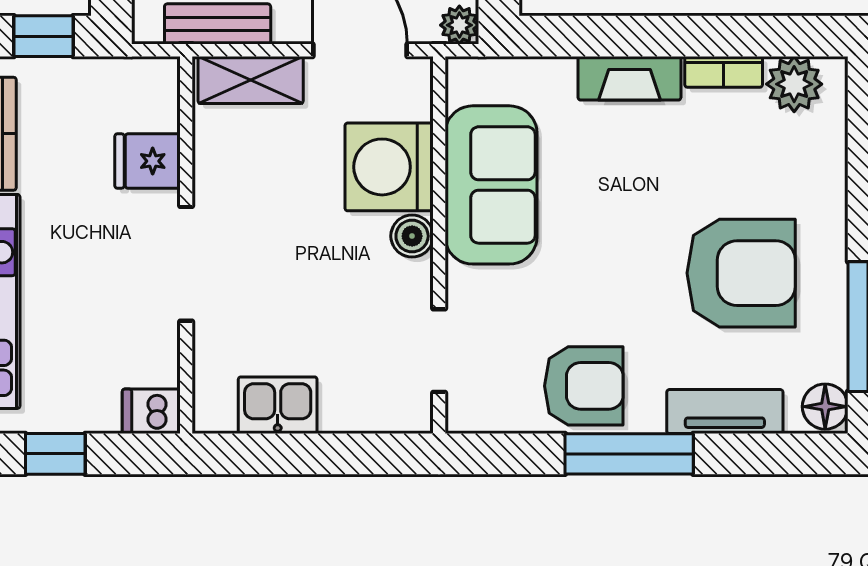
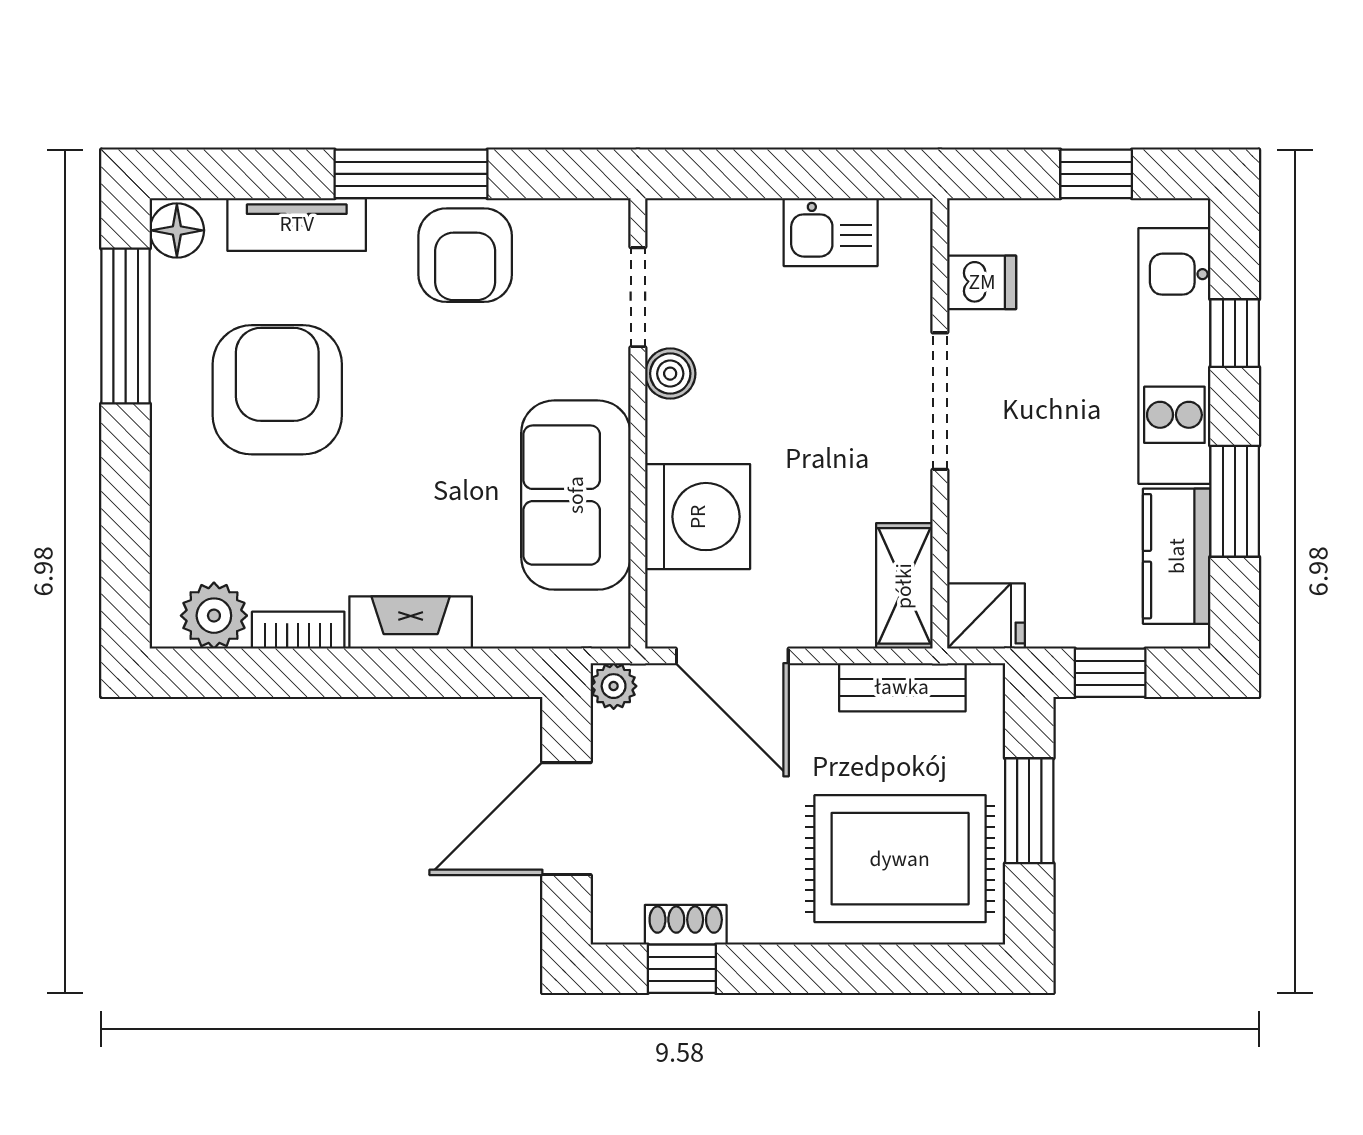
shelving: (251, 80) -> (904, 586), moved, turned 90
fridge: (148, 161) -> (986, 616), moved
boiler: (412, 236) -> (670, 374), moved
armchair: (741, 273) -> (277, 390), turned 90
armchair: (584, 386) -> (465, 255), turned -90
dishwasher: (151, 411) -> (982, 282), moved

